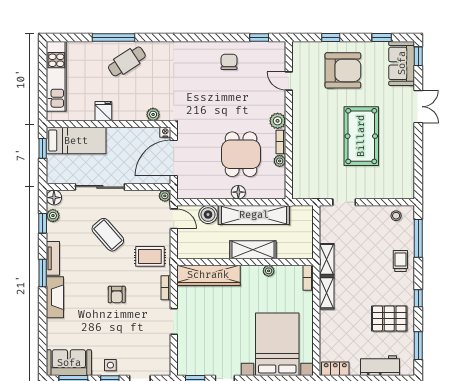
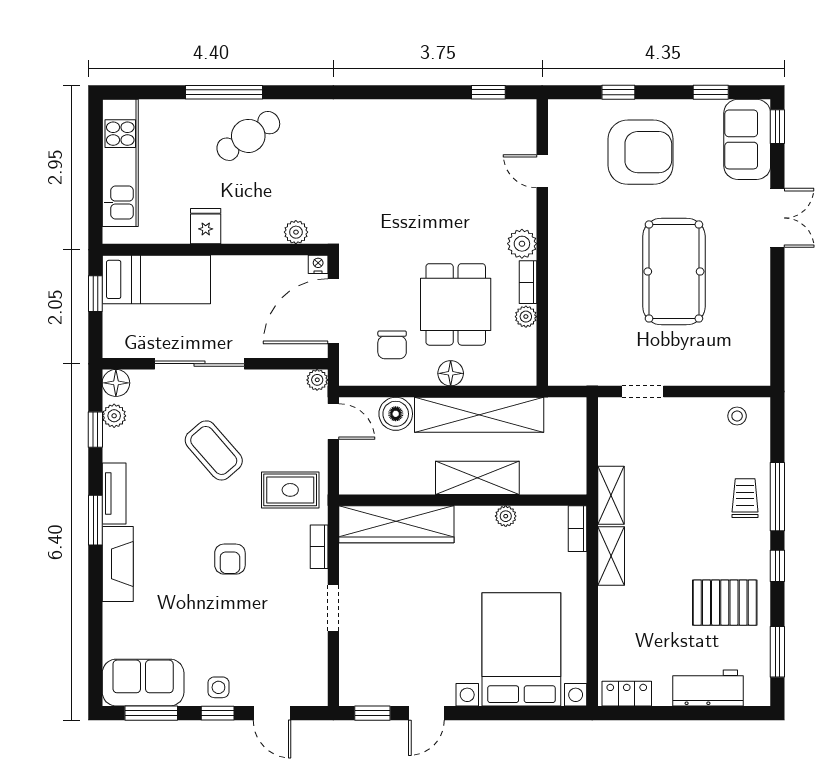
chair: (229, 62) -> (392, 345), moved, turned 180
window: (418, 238) -> (777, 497), moved

